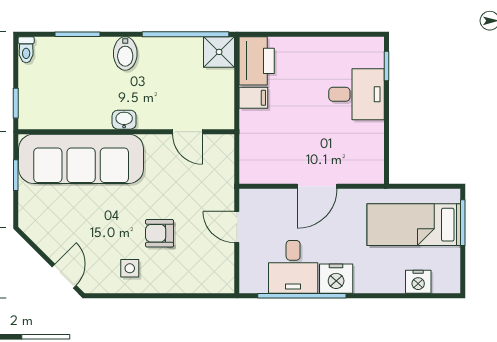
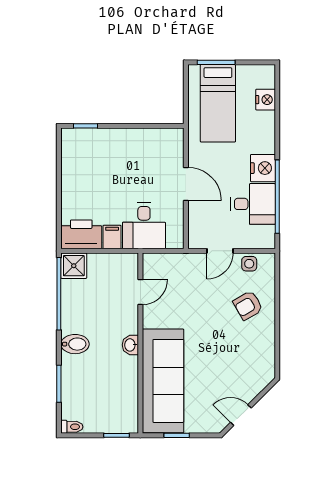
desk: (357, 94) -> (144, 226), moved, turned 180
armchair: (160, 233) -> (248, 305), moved, turned 60
side table: (130, 268) -> (249, 264), moved
door: (64, 276) -> (241, 415), moved

